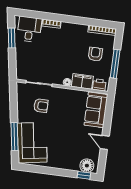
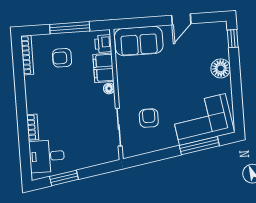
floor lamp: (87, 166) -> (221, 68), moved

